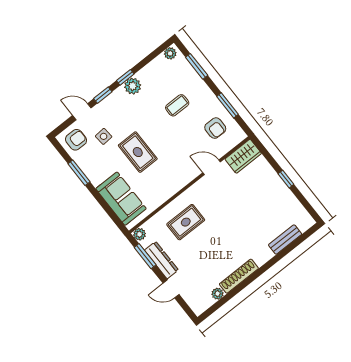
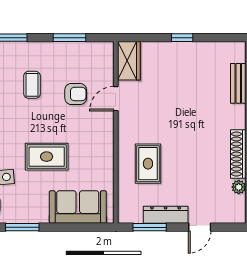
armchair: (215, 128) -> (76, 94), moved
plant: (140, 234) -> (125, 216), removed

